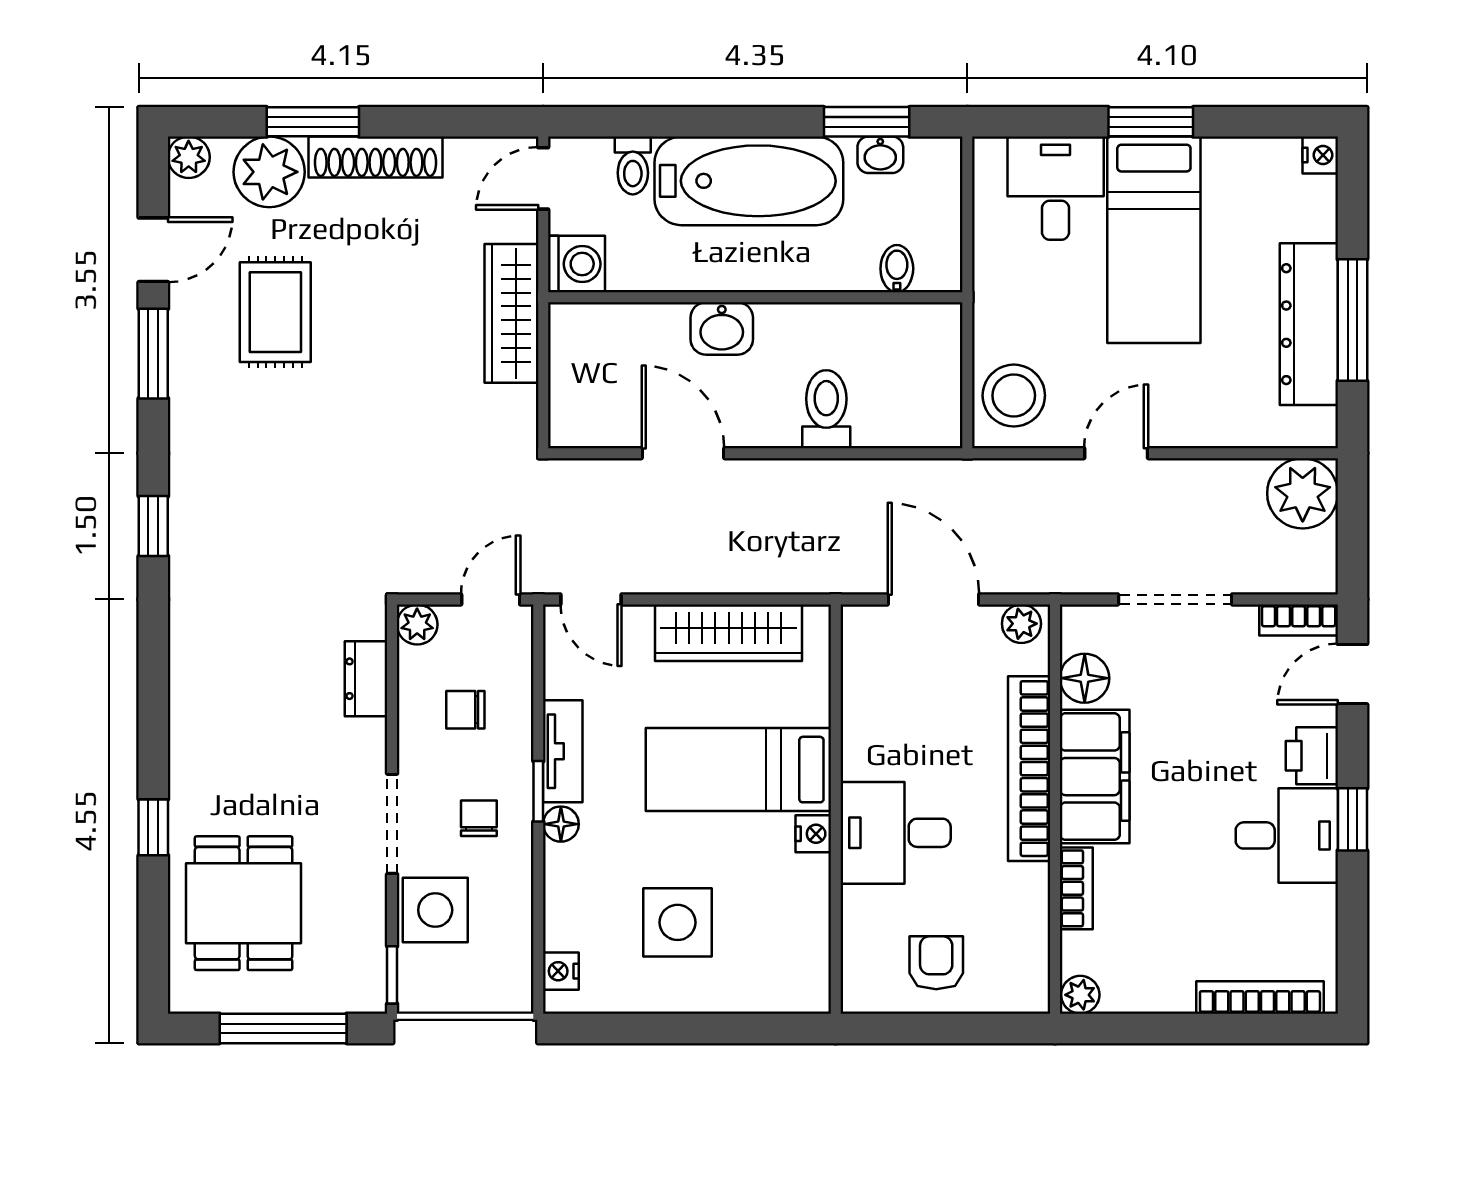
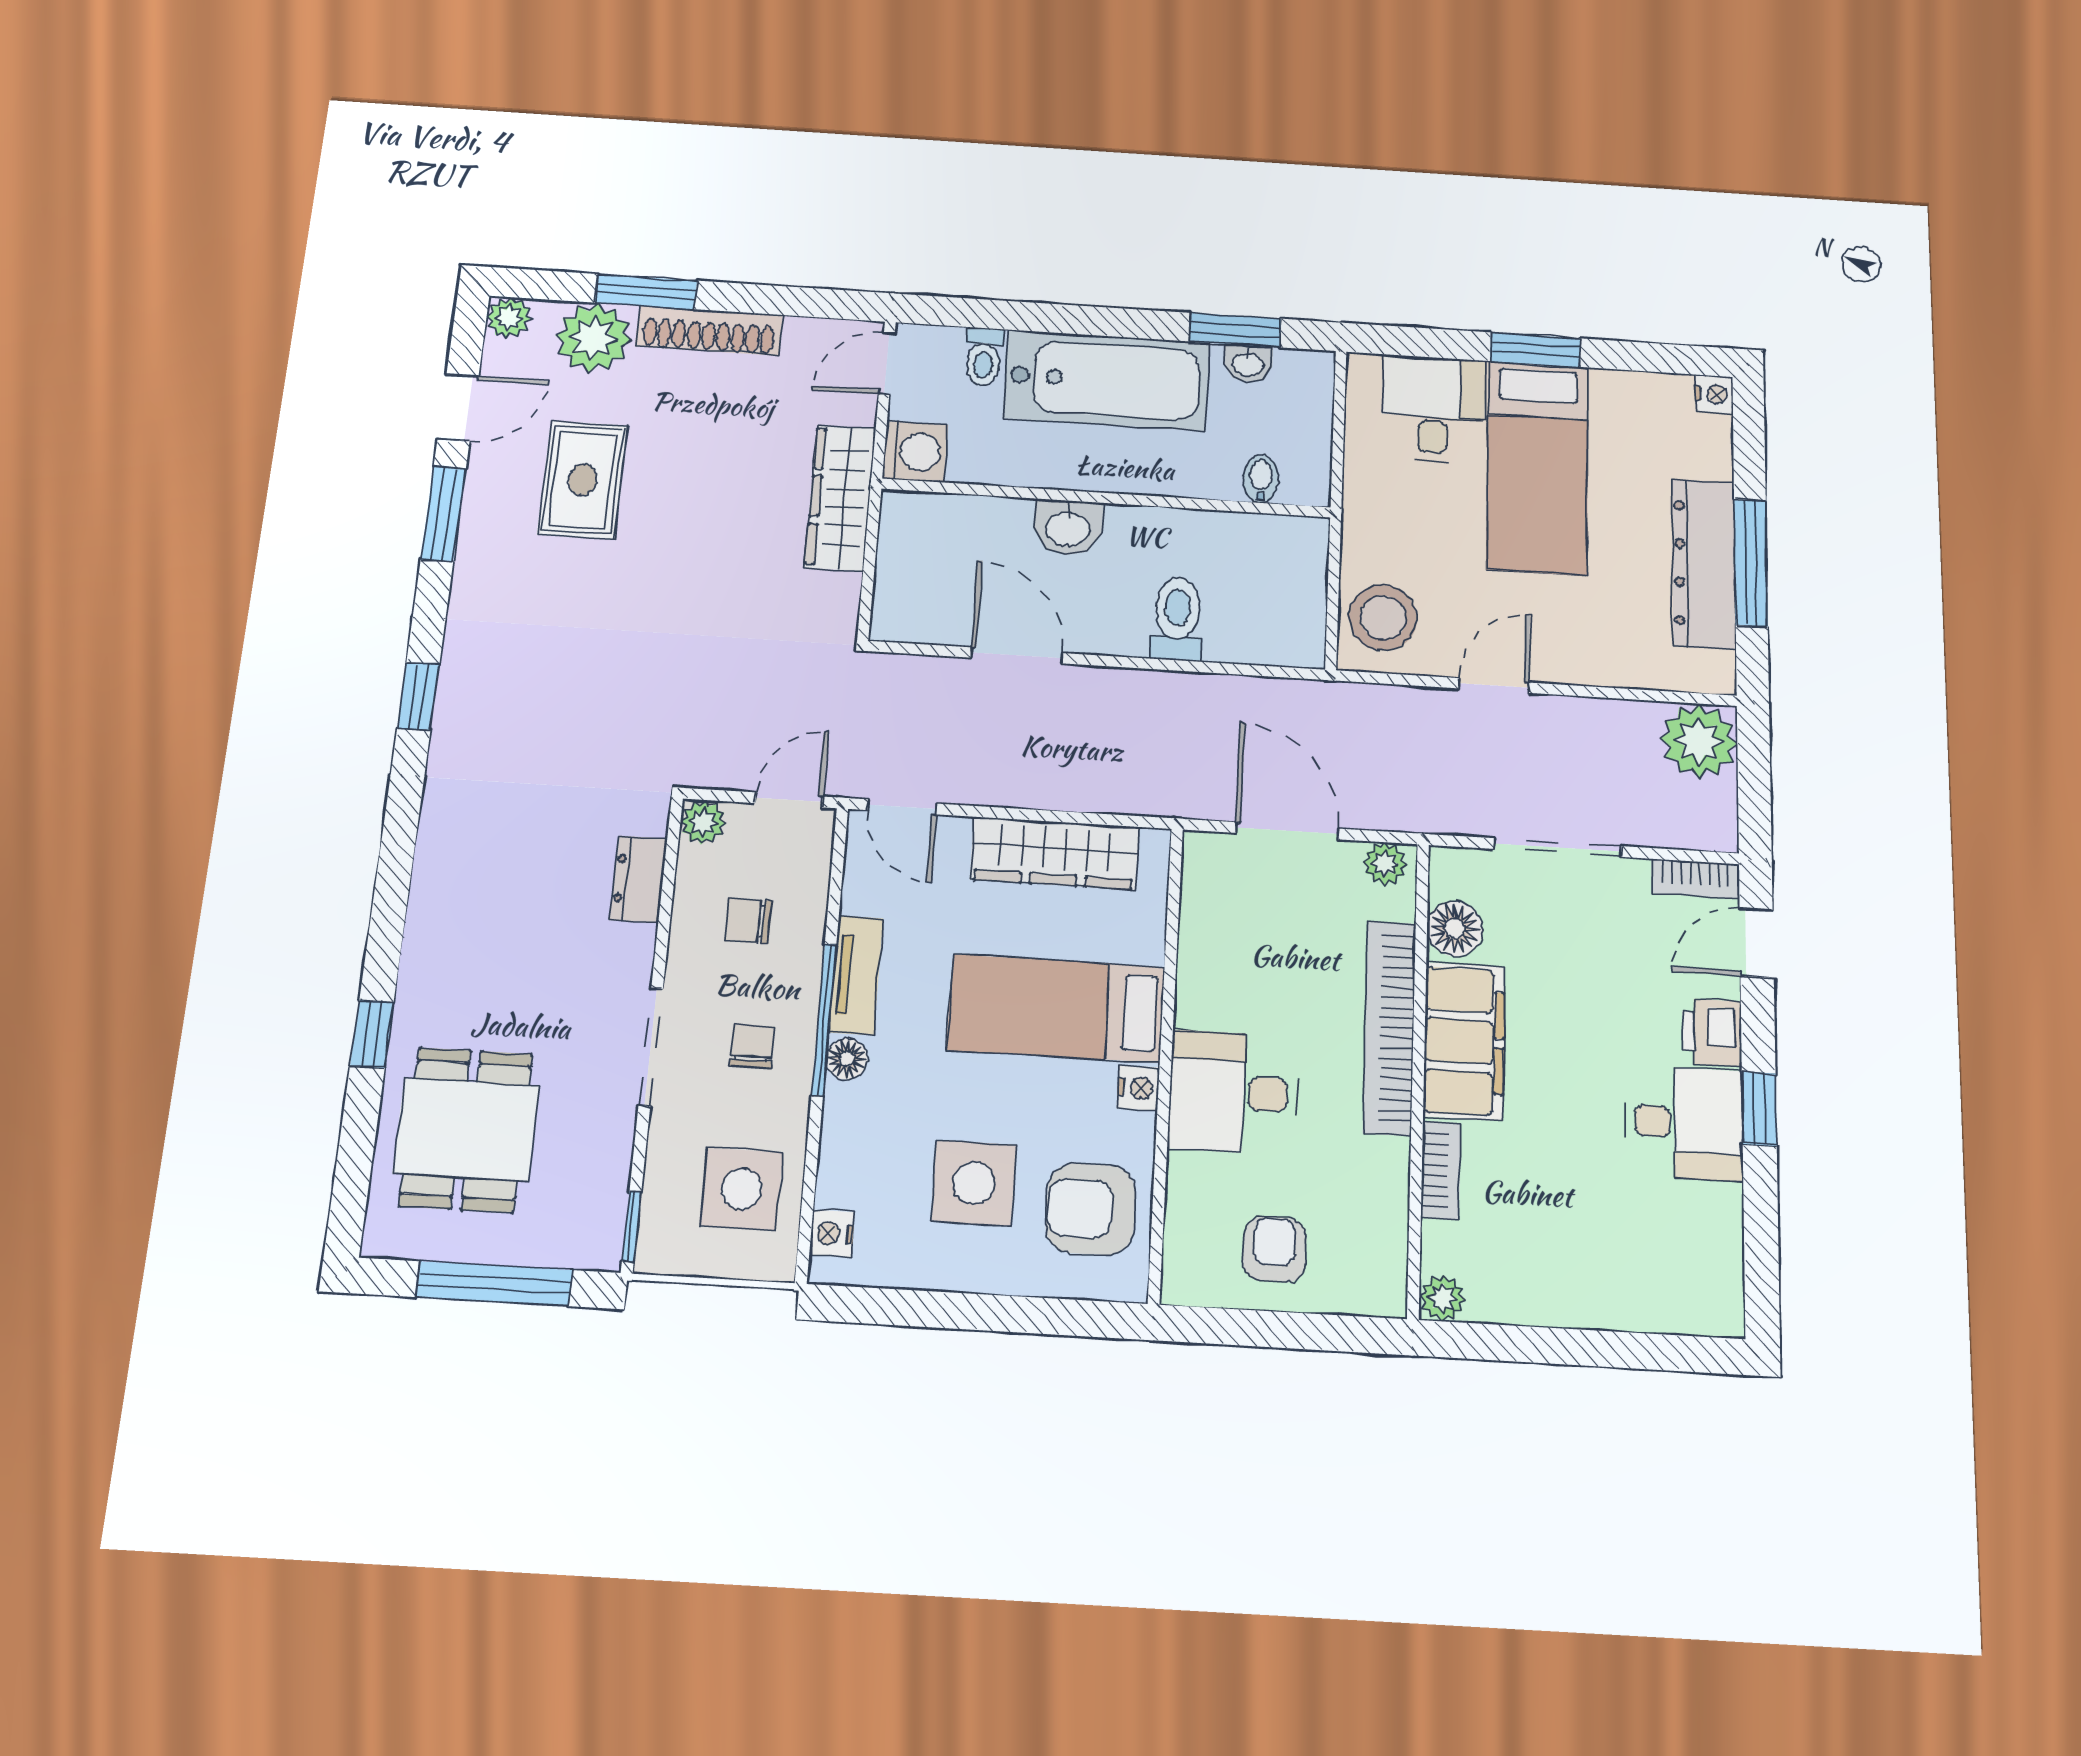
window: (538, 791) -> (824, 1019), width x2.17
side table: (435, 910) -> (741, 1189), moved
armchair: (778, 938) -> (1091, 1209), added
bookcase: (1260, 998) -> (1654, 1314), removed

